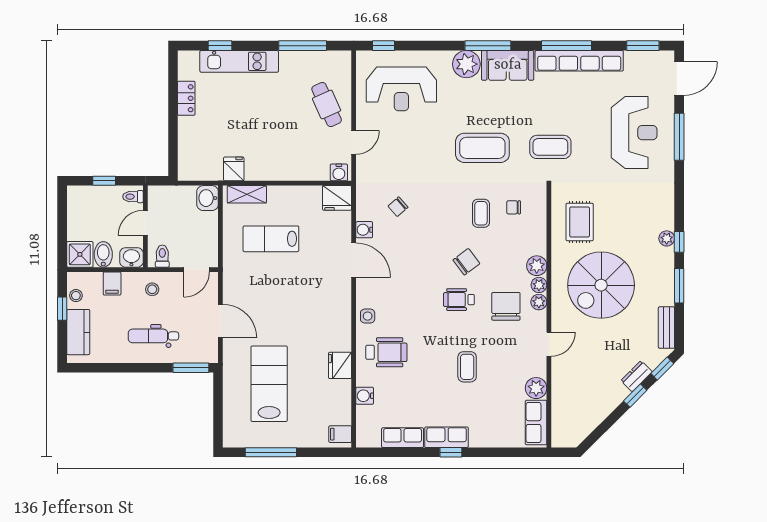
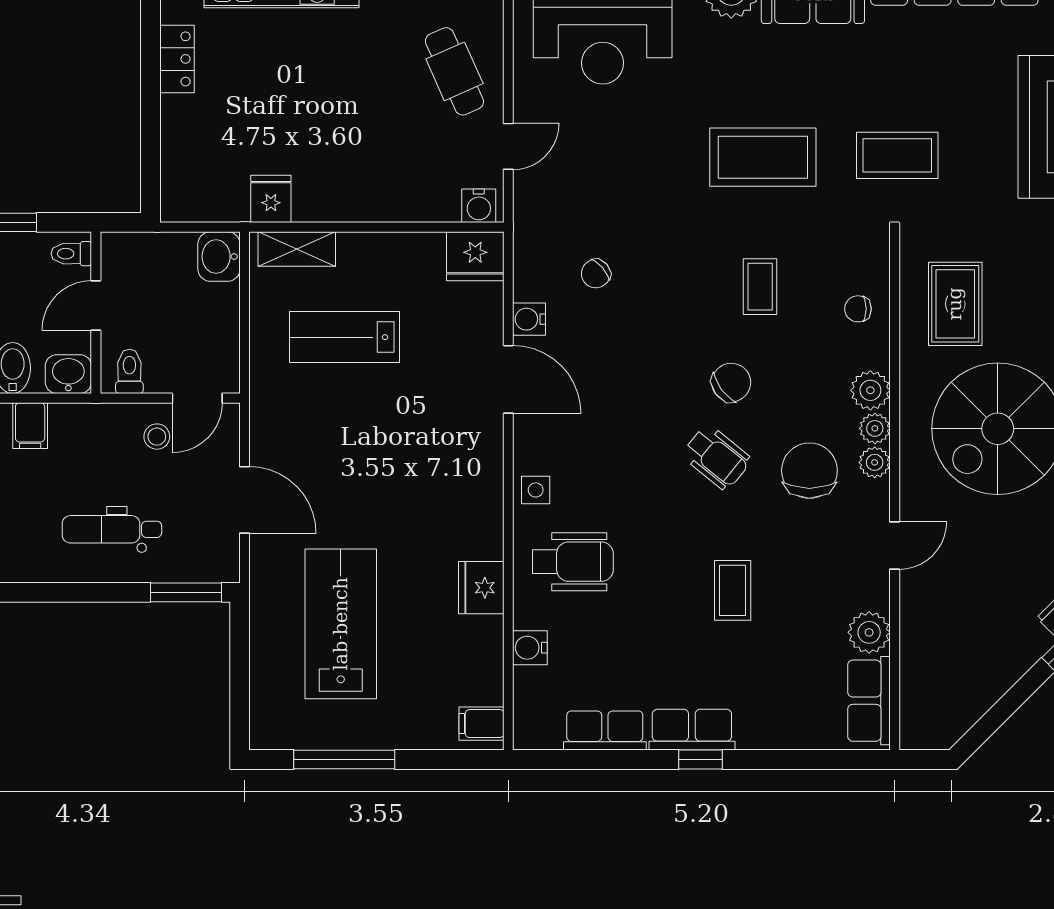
chair: (514, 207) -> (858, 309), moved
stool: (152, 289) -> (157, 437), moved
wheelchair: (459, 300) -> (716, 457), turned -141

